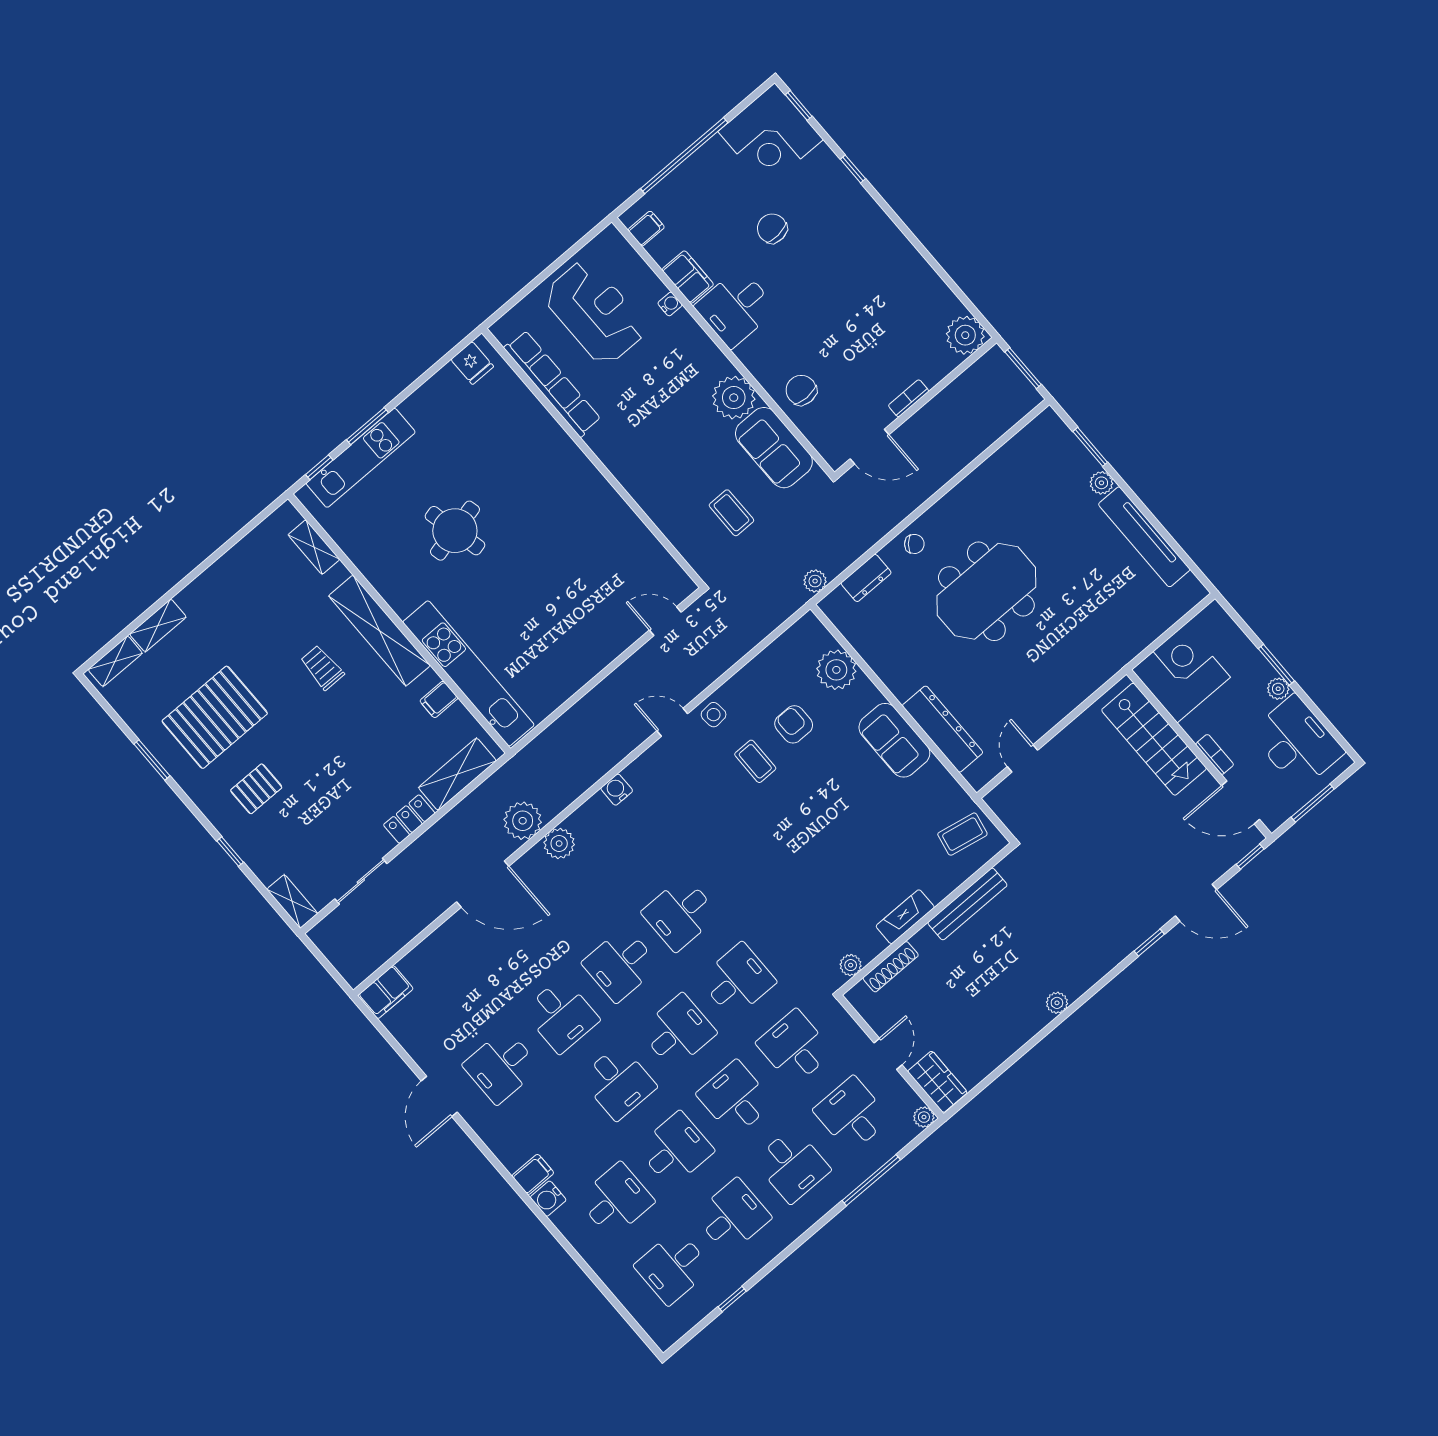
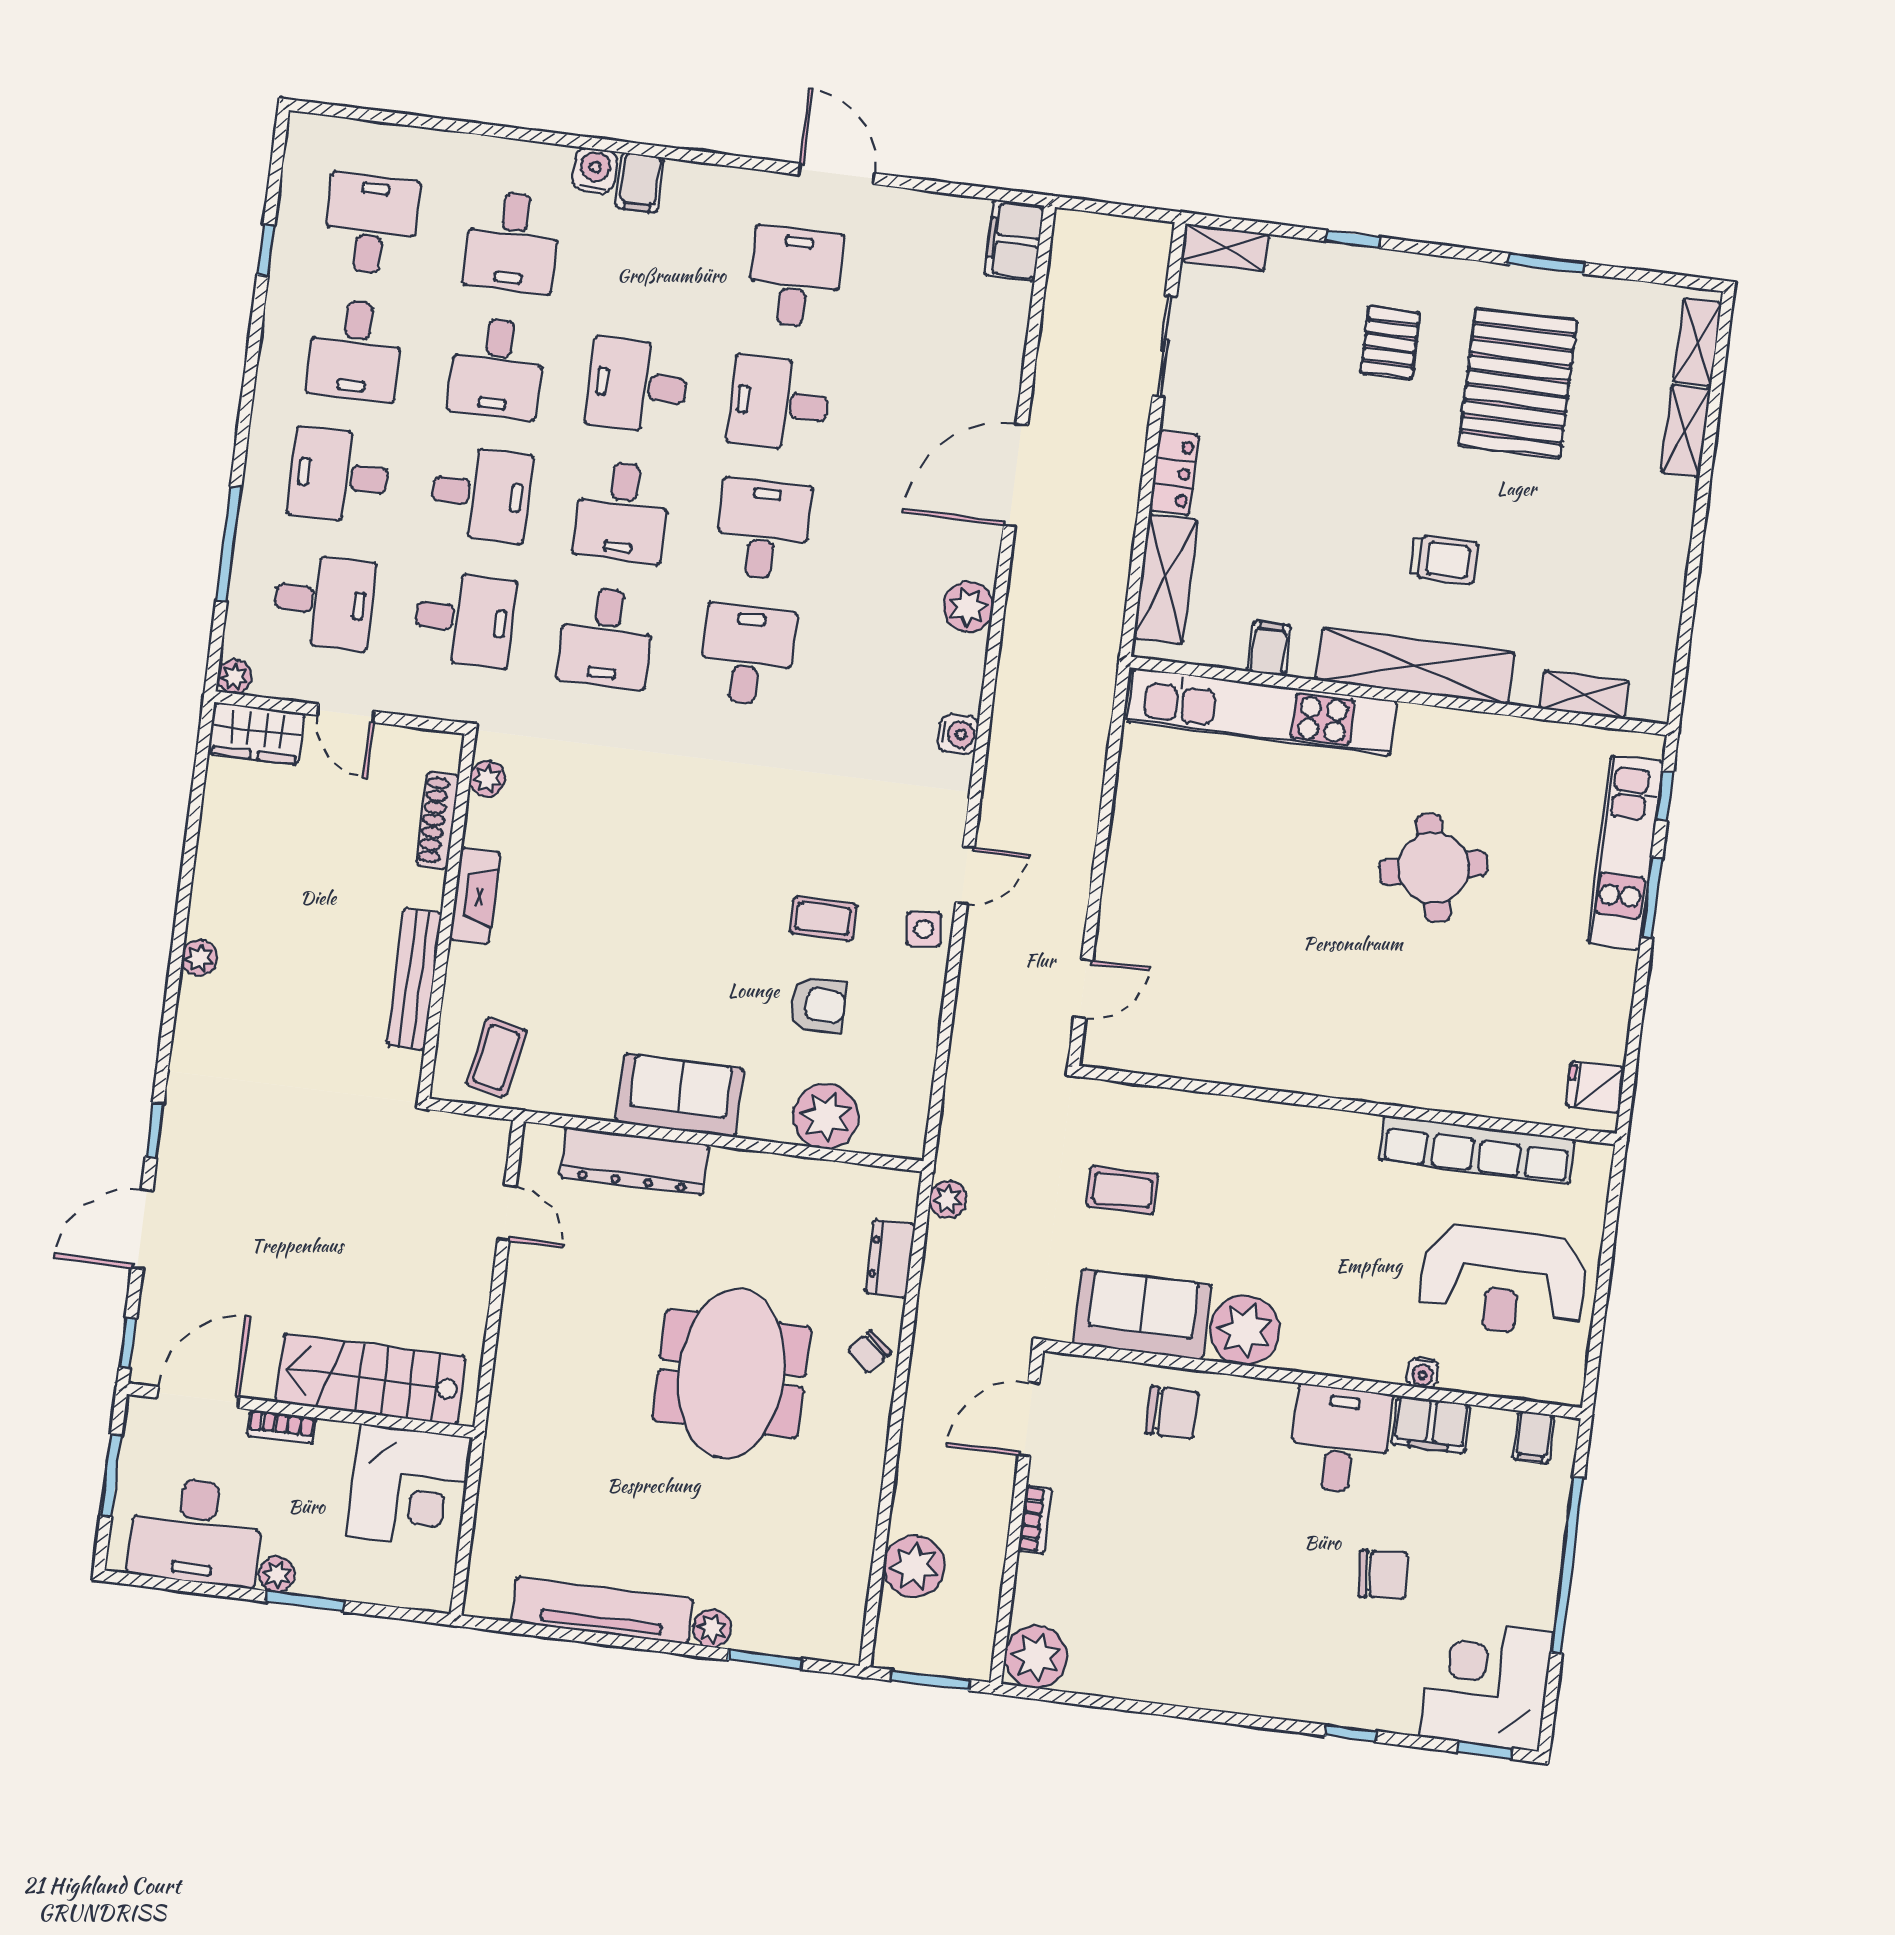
plant: (523, 821) -> (914, 1566), moved

